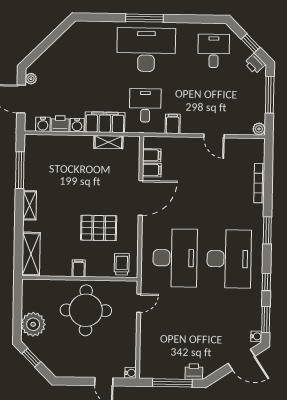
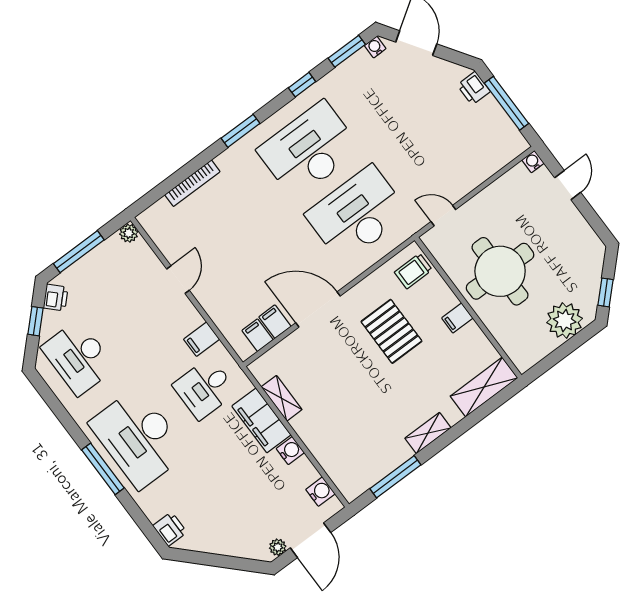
desk: (214, 51) -> (78, 358), width x1.37
printer: (60, 124) -> (170, 529), moved, turned 180

